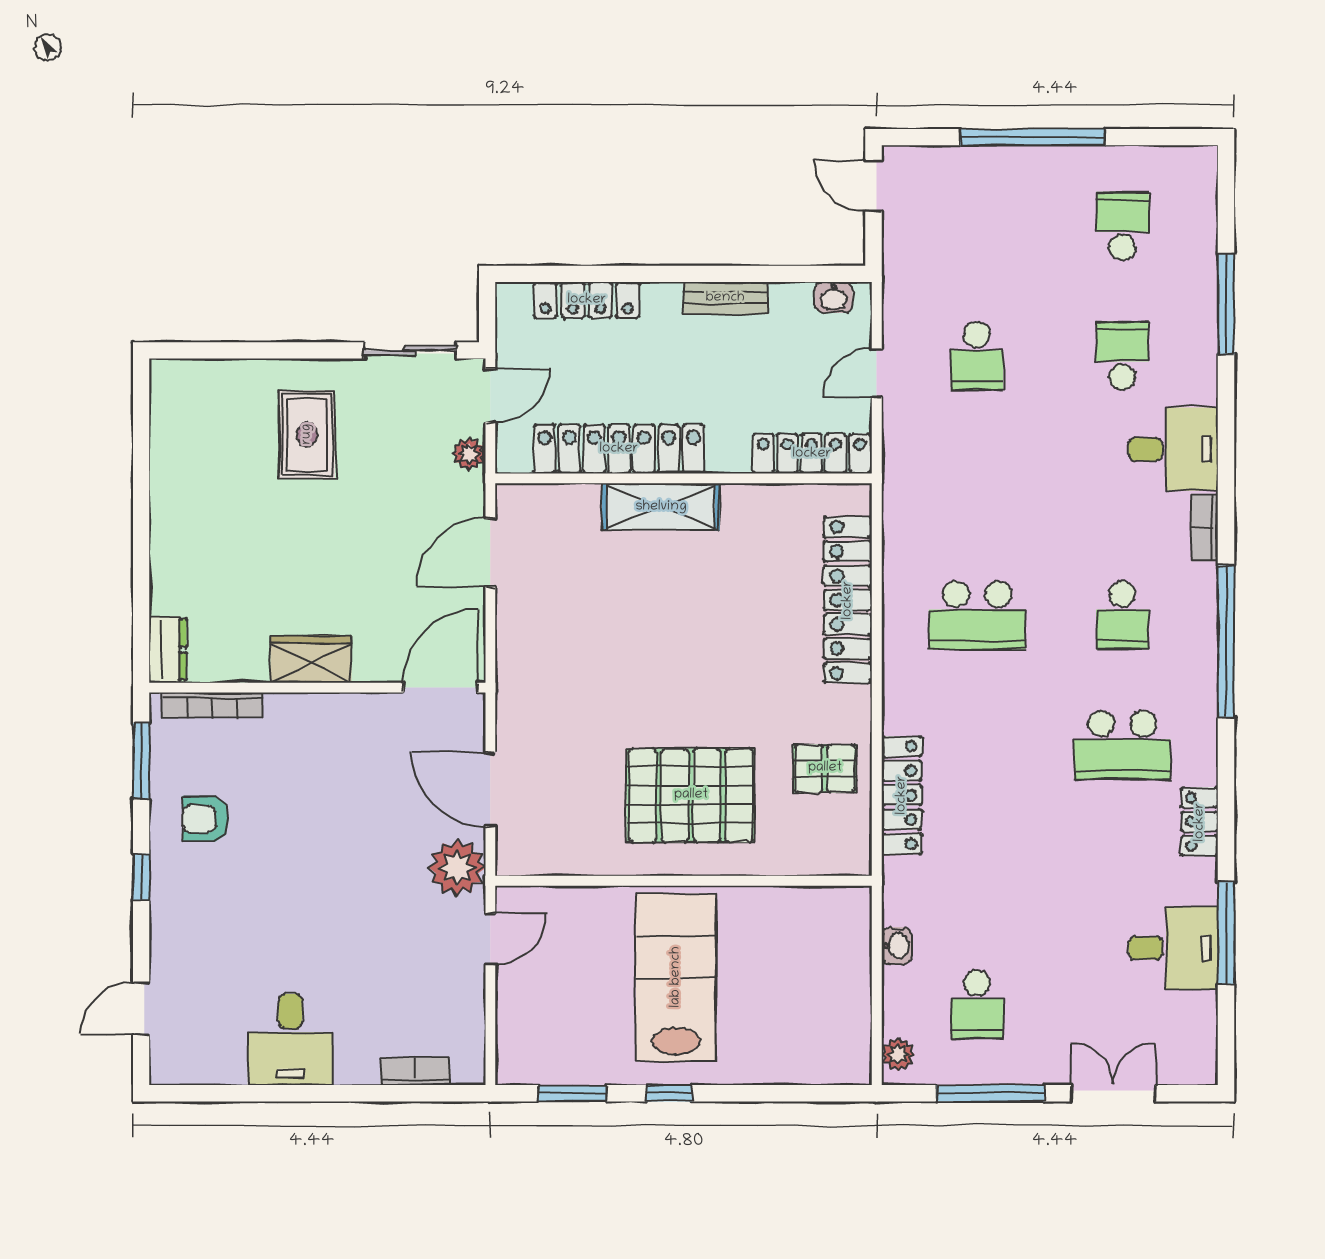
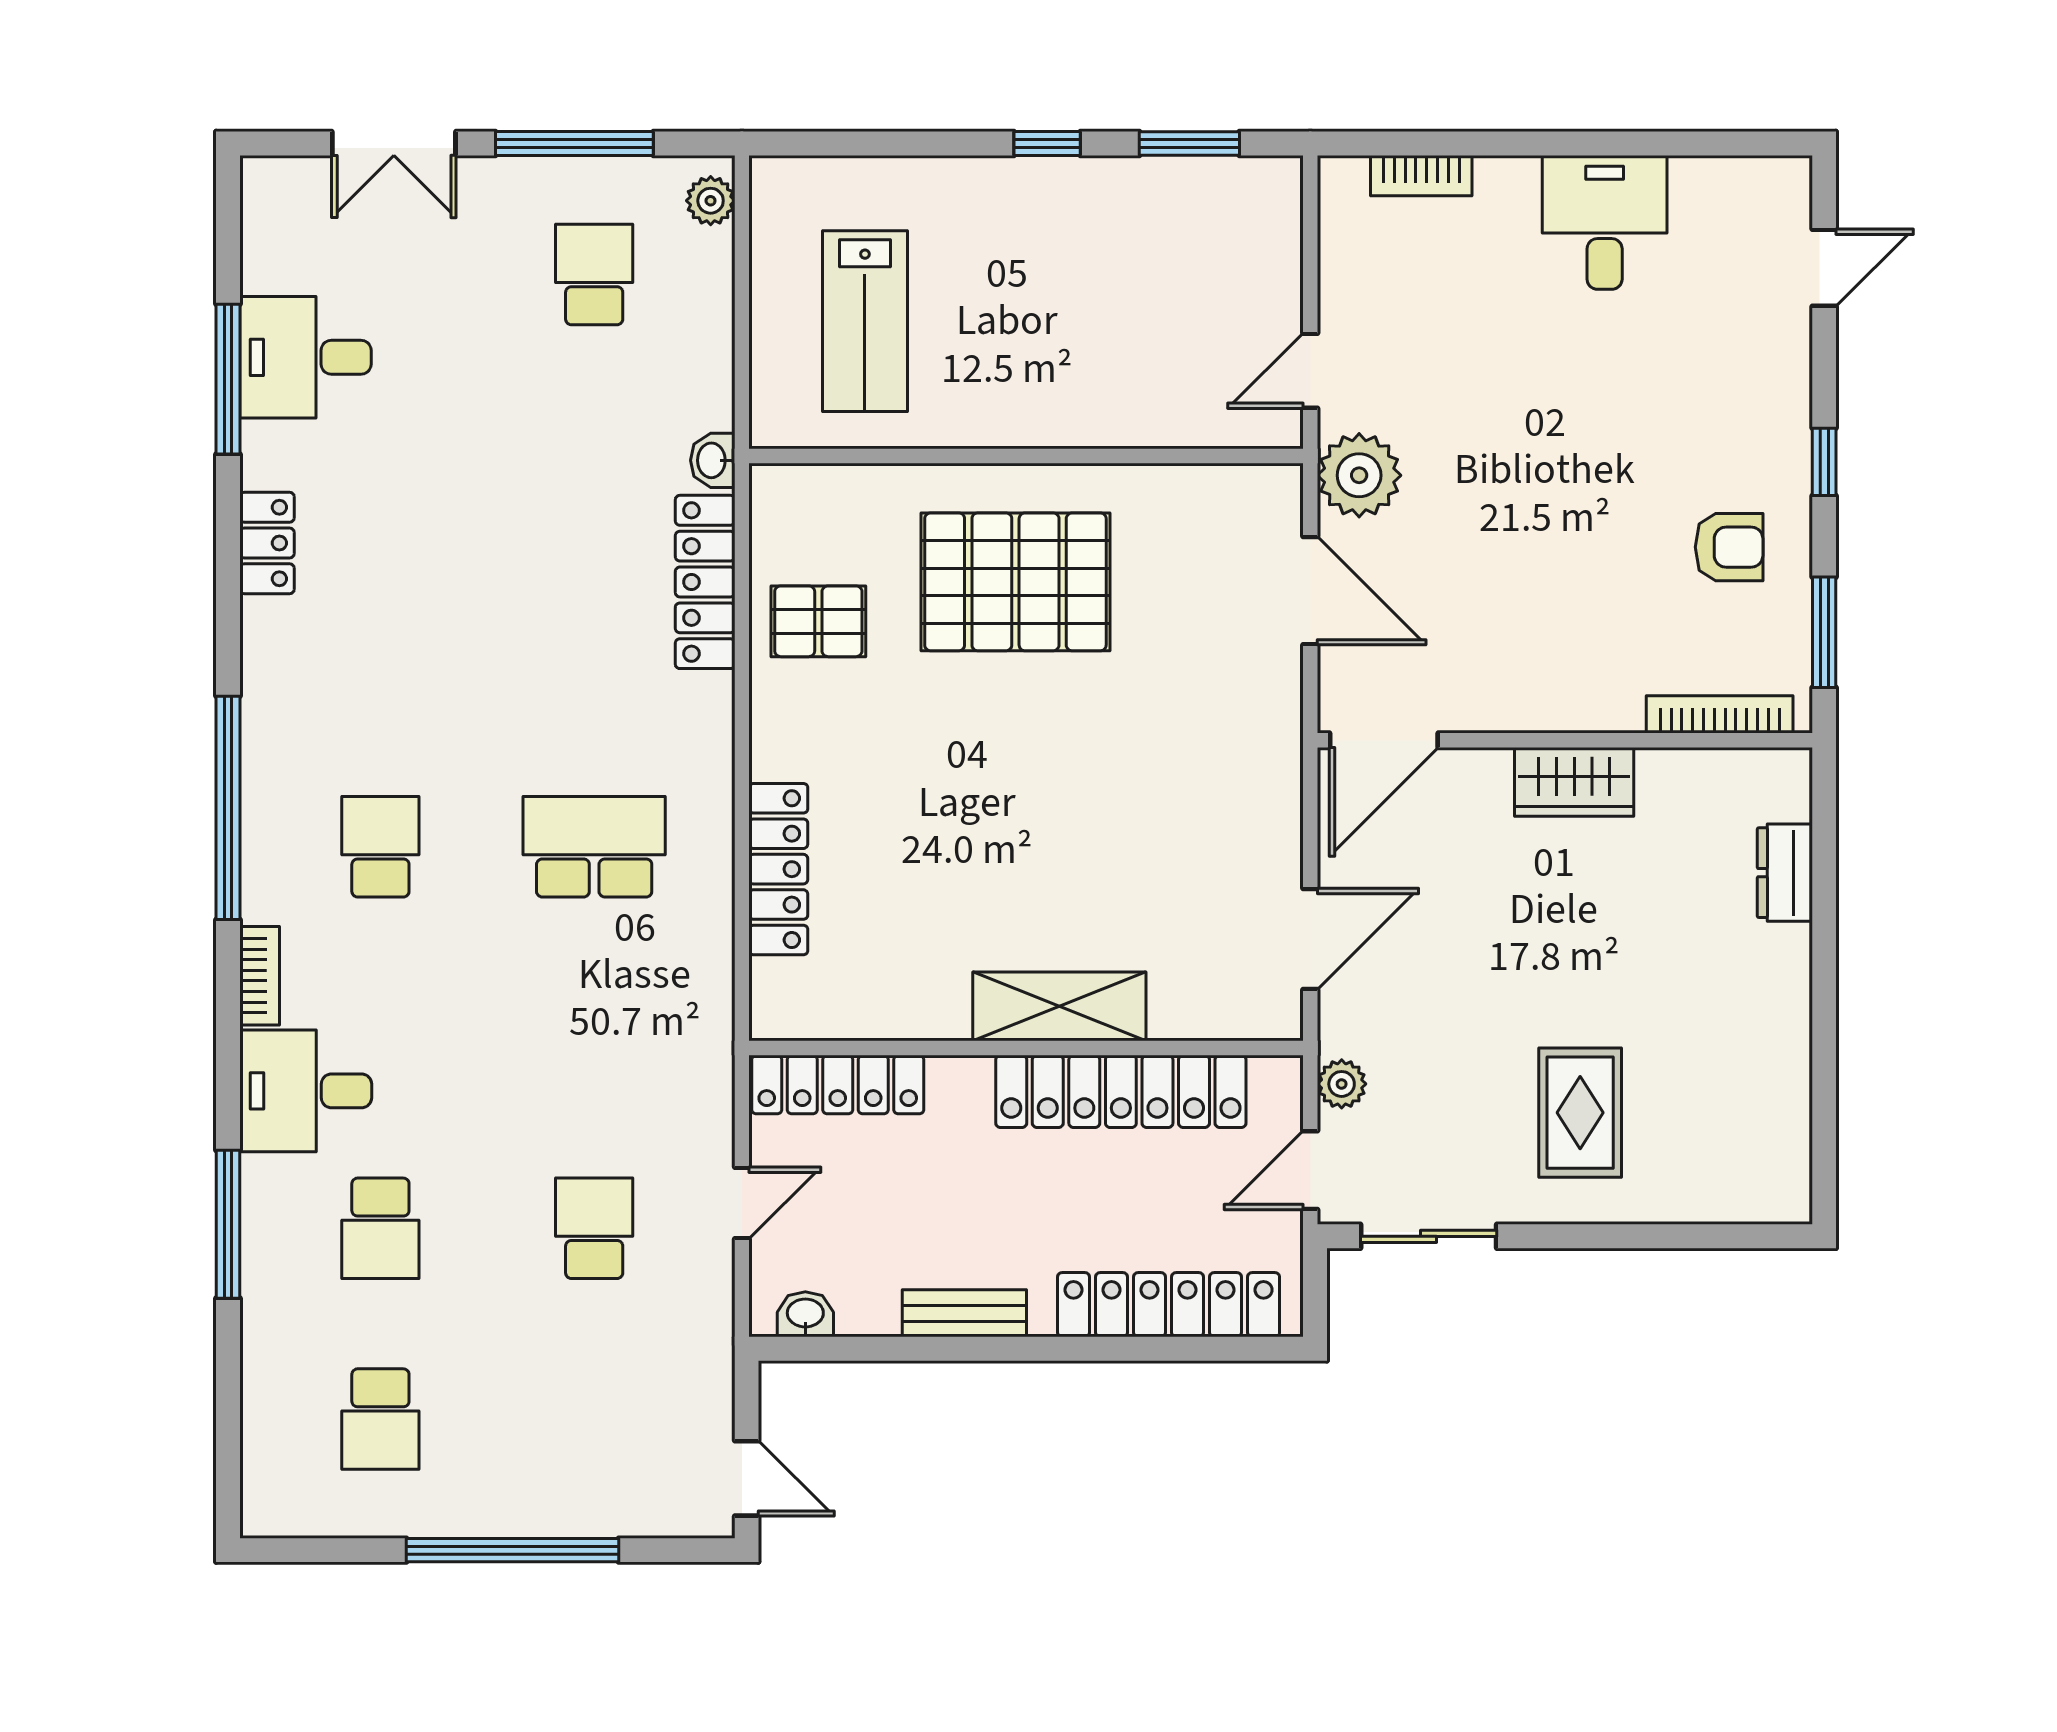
locker: (587, 300) -> (1169, 1305), width x1.41, depth x1.21
window: (1226, 304) -> (228, 1224), moved
locker: (848, 600) -> (778, 869), width x0.71, depth x0.83
dresser: (168, 650) -> (1785, 873), moved
school desk: (1122, 745) -> (380, 656), removed
washbasin: (897, 946) -> (713, 460), moved
lab bench: (676, 977) -> (865, 321), moved, width x0.73, depth x0.72

